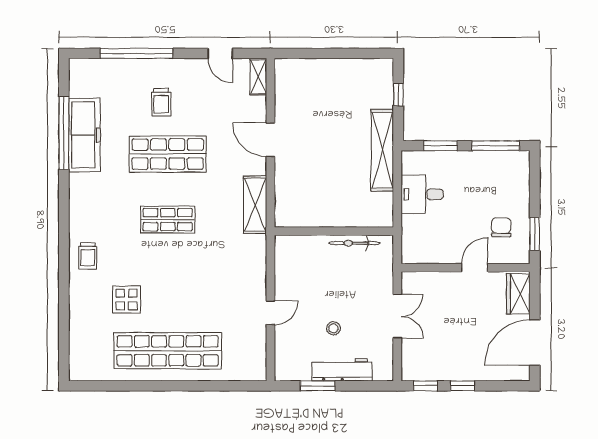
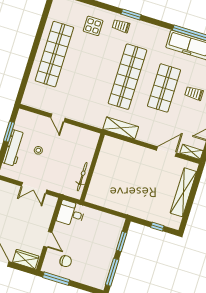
door: (270, 140) -> (166, 152), moved
shelving: (382, 150) -> (183, 192), moved, turned 90
desk: (422, 194) -> (71, 214), moved, turned -90
shop shelf: (168, 220) -> (127, 77), width x2.00, depth x1.36
window: (535, 234) -> (56, 279), width x1.44
window: (64, 245) -> (131, 14), added
display table: (127, 300) -> (93, 26), moved

